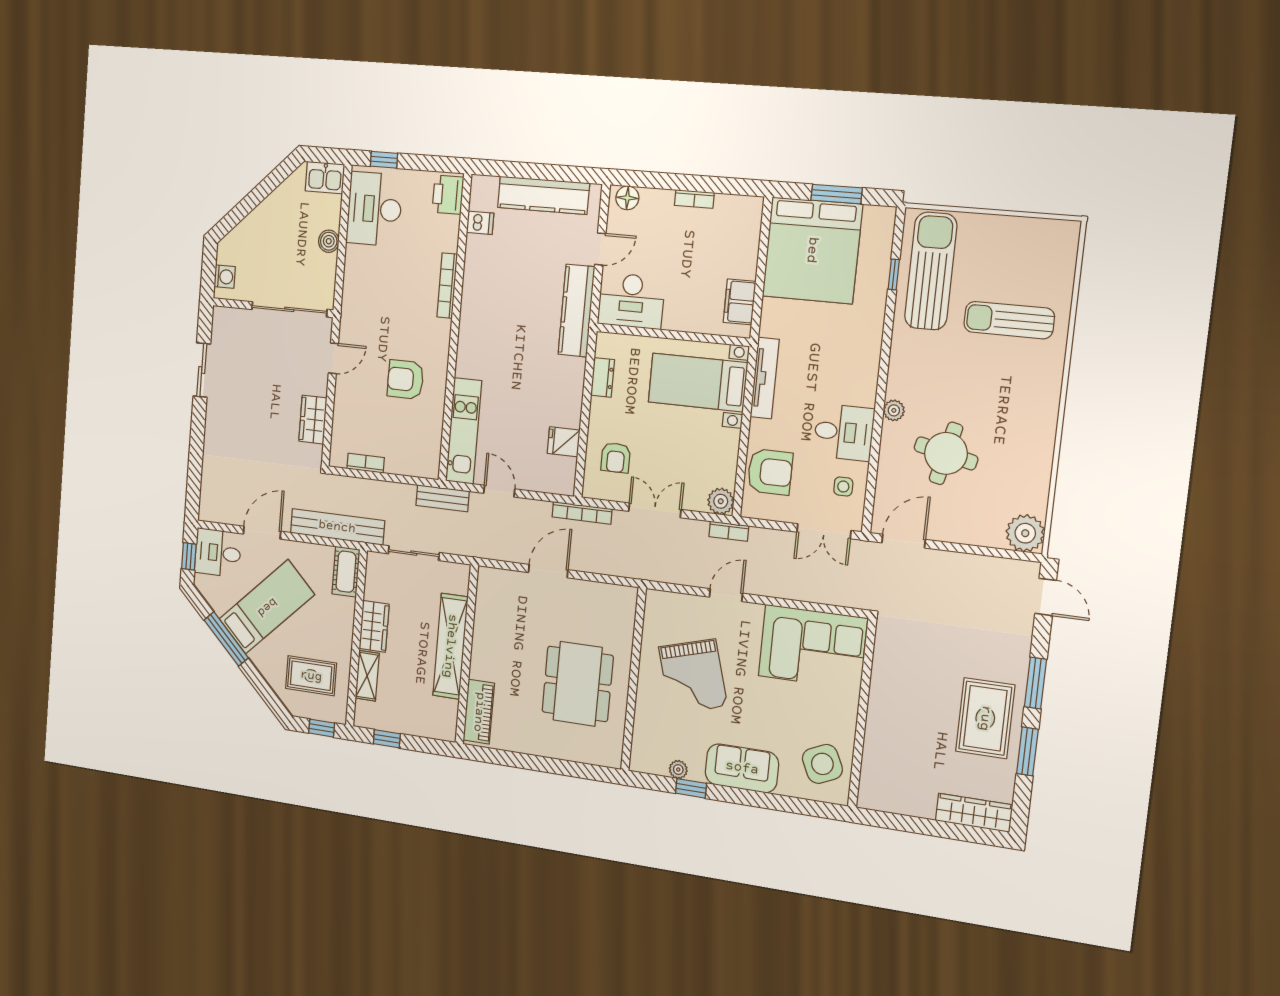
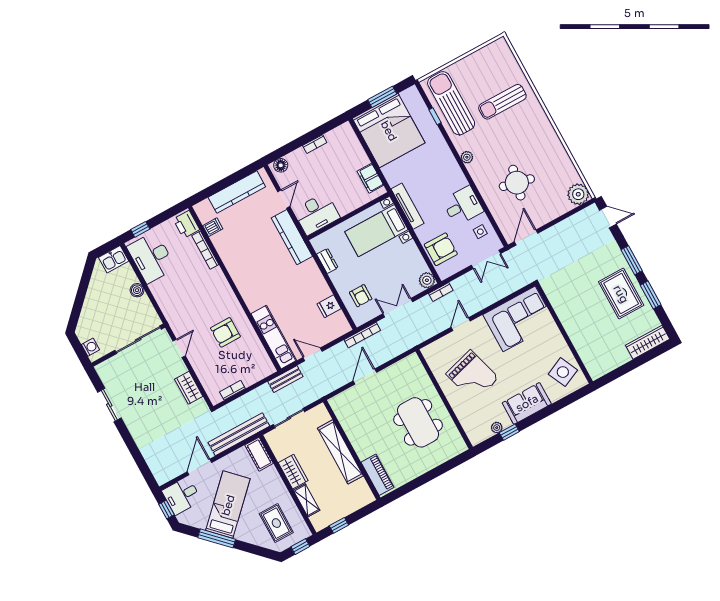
bookcase: (447, 286) -> (205, 250), moved
plant: (894, 410) -> (467, 157), moved
rug: (311, 676) -> (276, 523), turned 90

